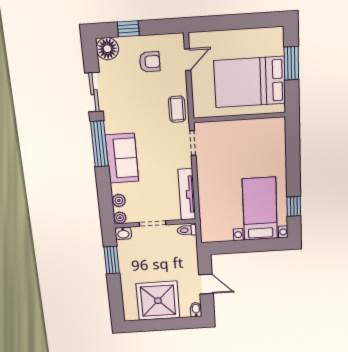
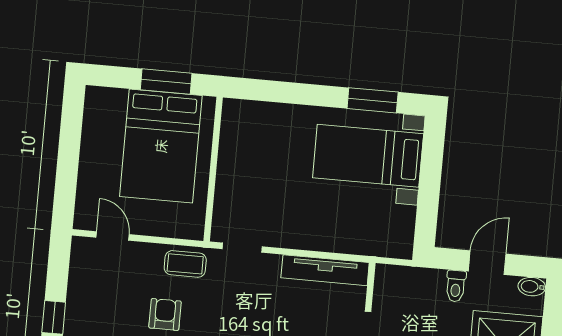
armchair: (150, 62) -> (165, 314), moved
window: (291, 63) -> (166, 82), moved
window: (294, 206) -> (373, 100), width x1.50
toilet: (187, 230) -> (456, 286), moved

